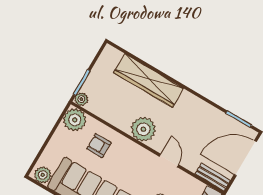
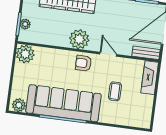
plant: (81, 99) -> (25, 24), moved
armchair: (99, 146) -> (83, 63), moved

